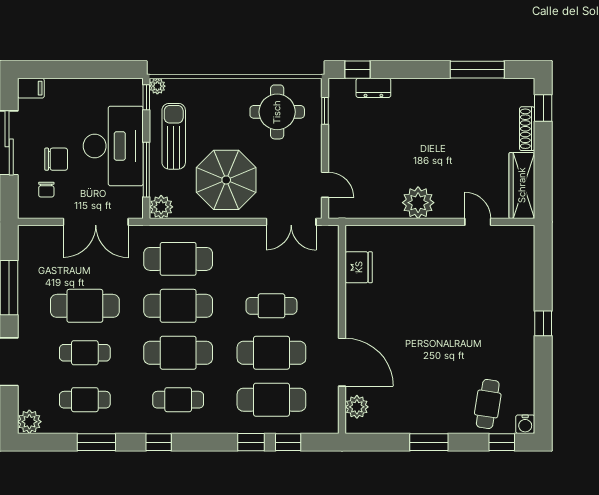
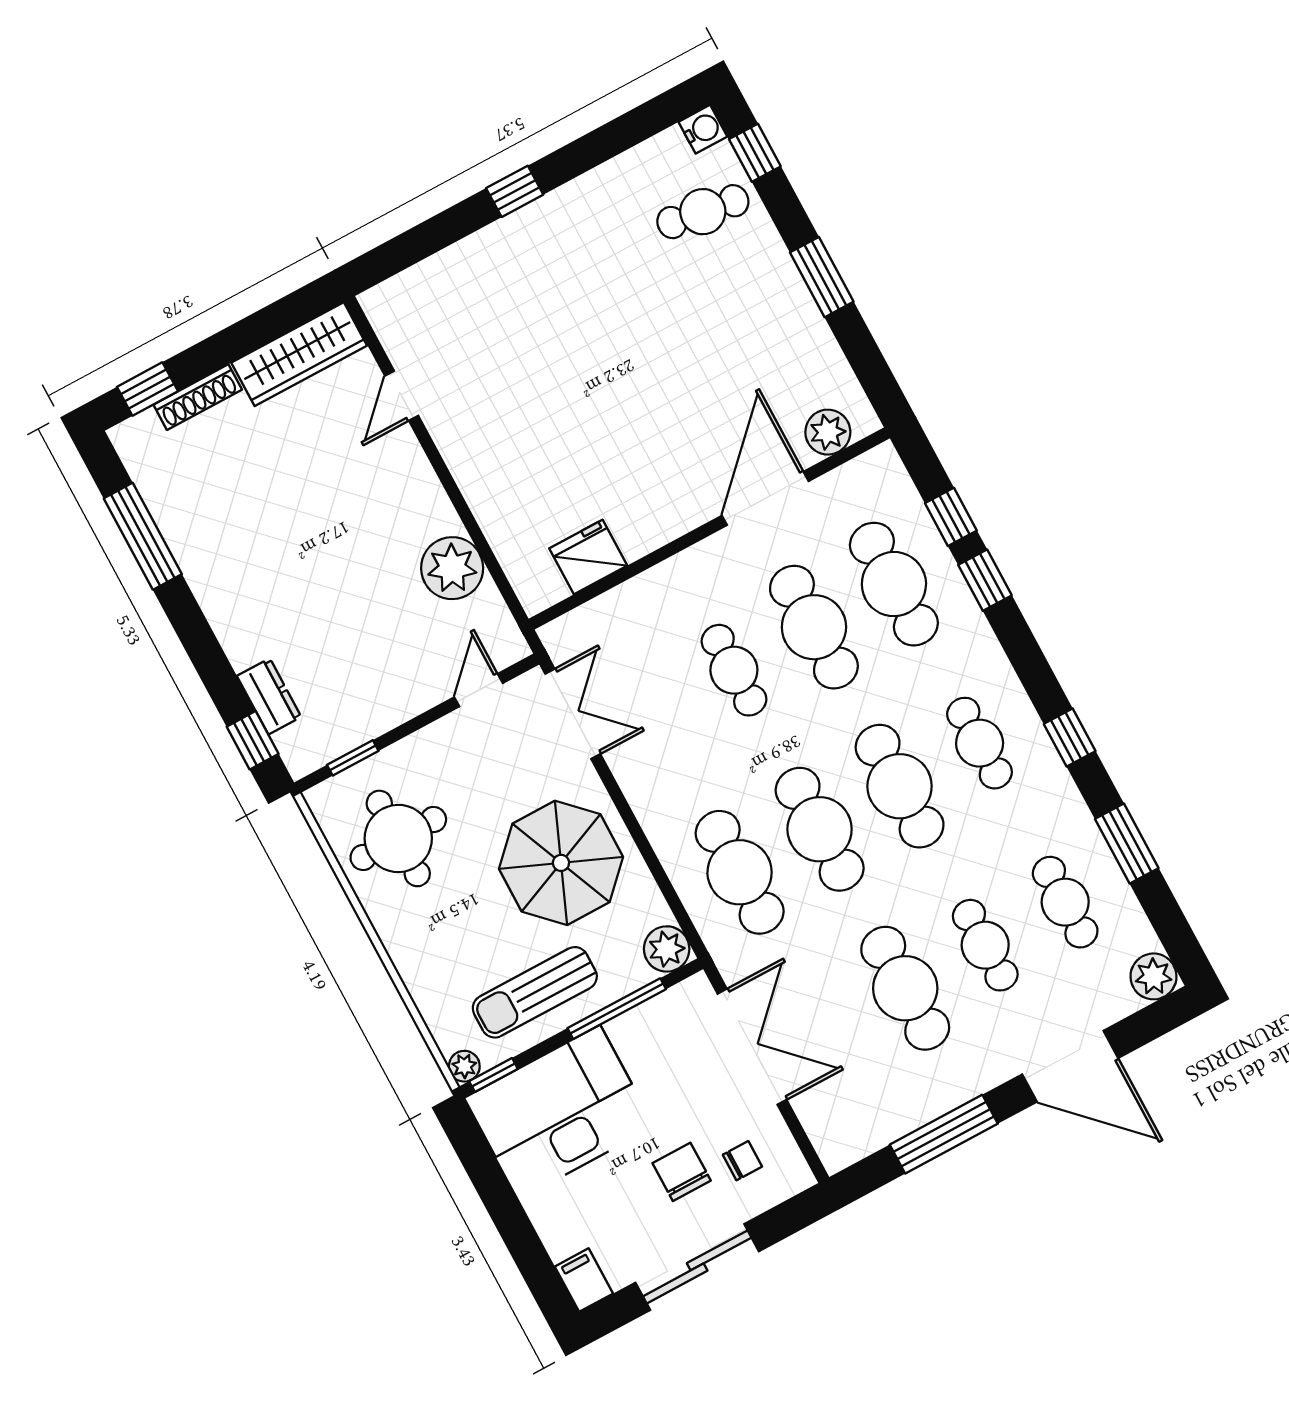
desk: (113, 146) -> (559, 1112), moved
plant: (418, 203) -> (452, 568), moved

